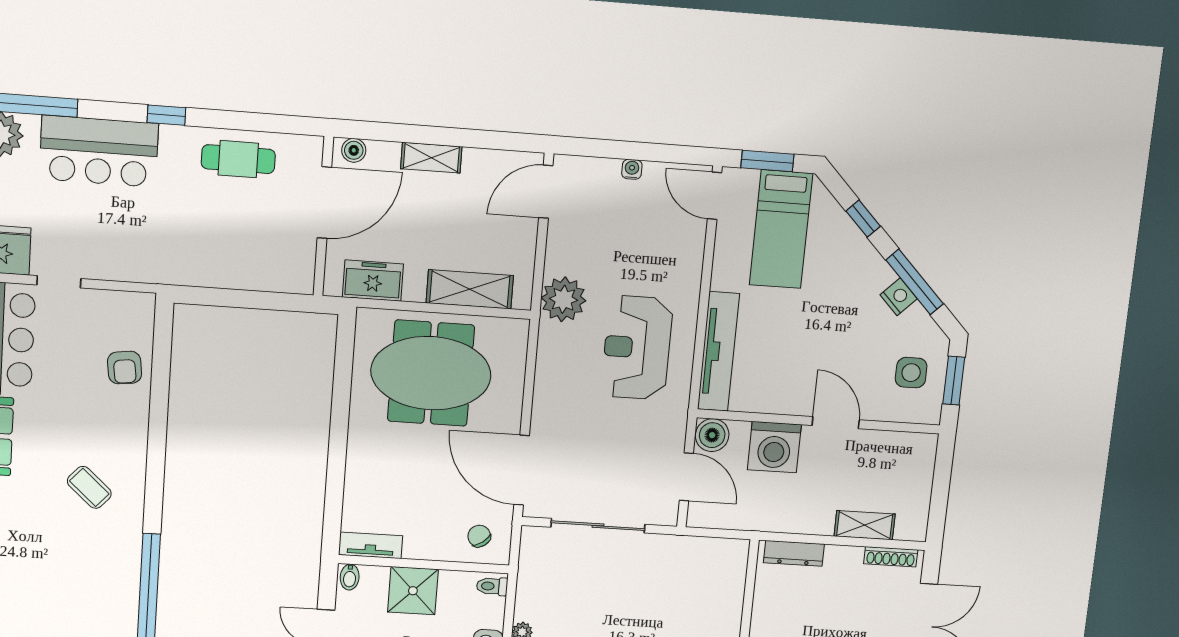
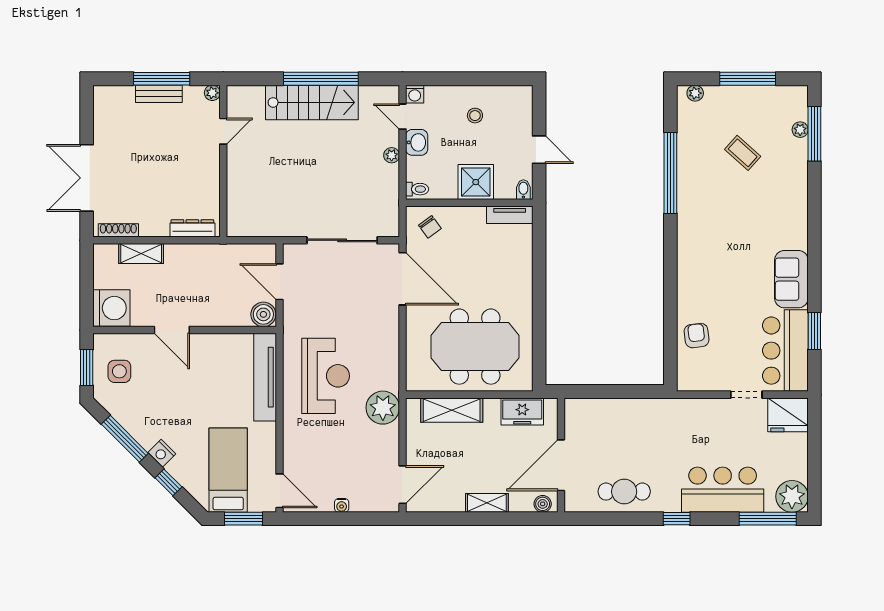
nightstand: (899, 297) -> (162, 453), moved
washing machine: (774, 447) -> (111, 308), moved, turned 90
coffee table: (89, 487) -> (743, 153), moved

